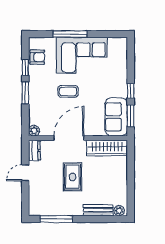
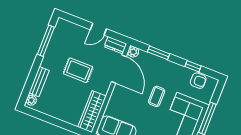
armchair: (37, 57) -> (198, 81), turned -90
window: (25, 93) -> (159, 53), moved
door: (69, 138) -> (119, 69), moved
door: (25, 173) -> (98, 29), swing flipped

